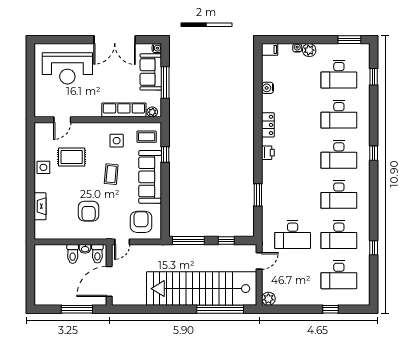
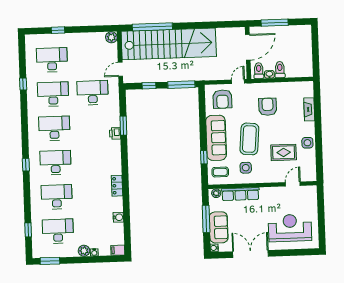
printer: (268, 153) -> (115, 133), moved
coffee table: (111, 174) -> (249, 139), width x1.86, depth x1.72

